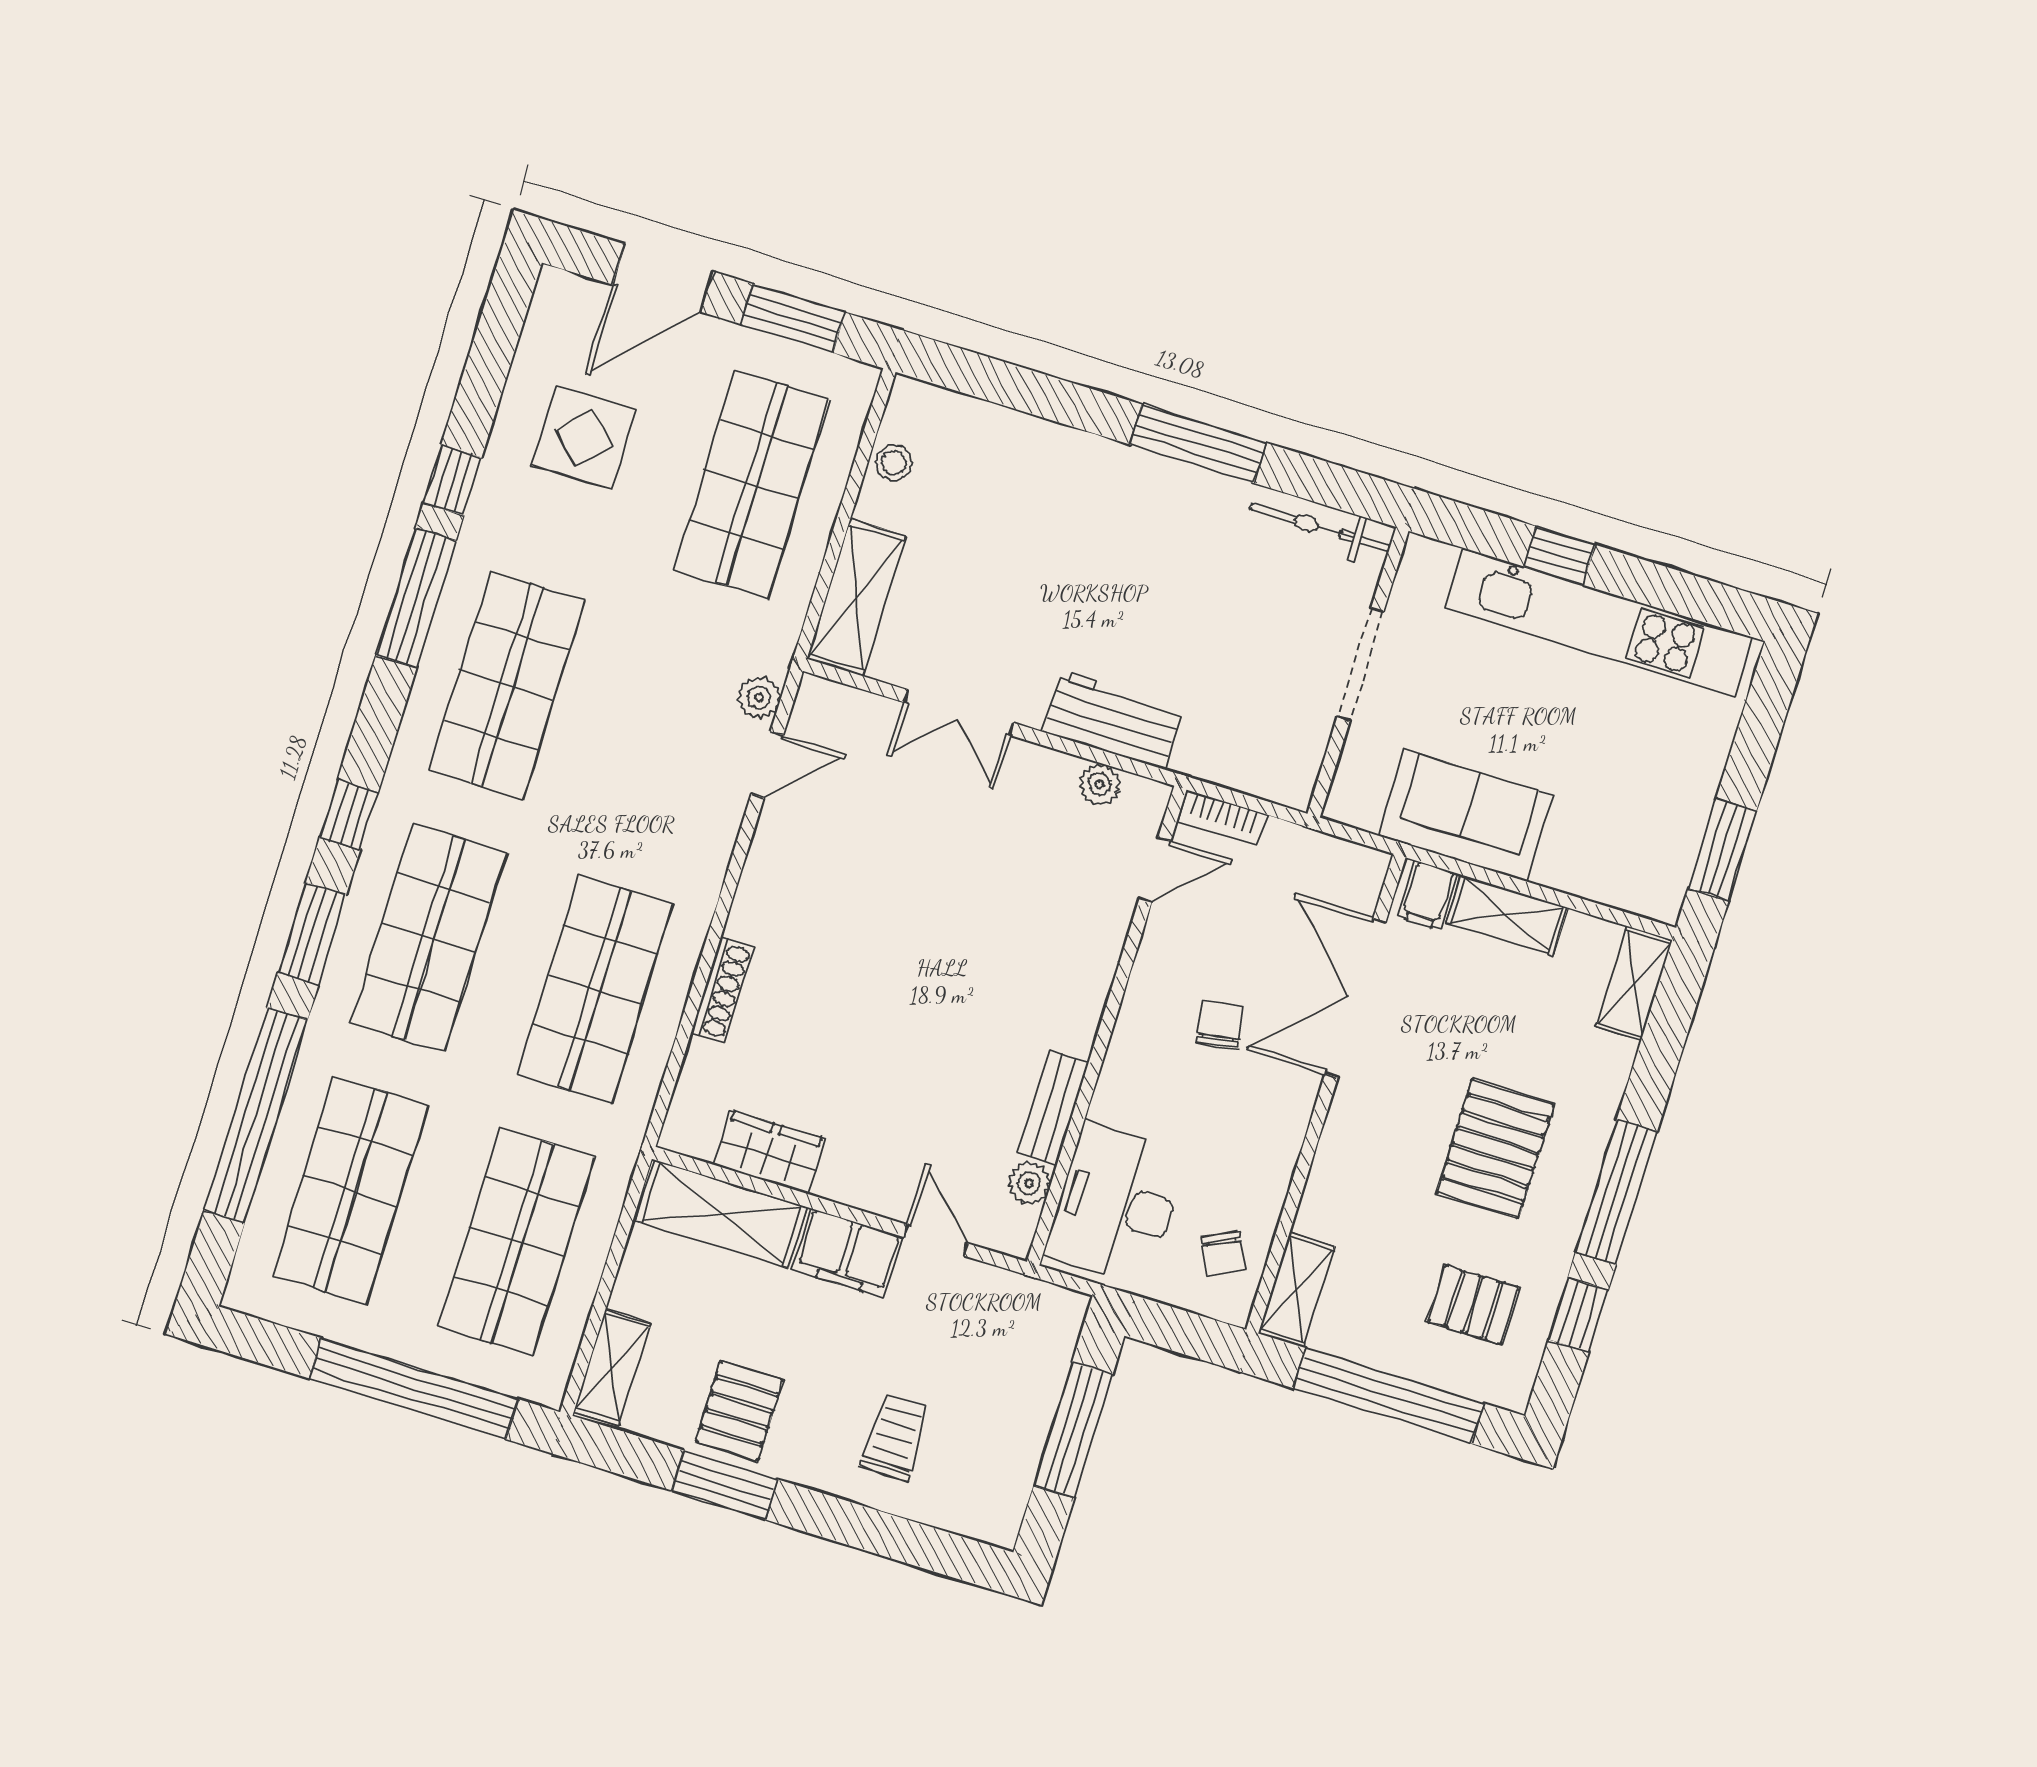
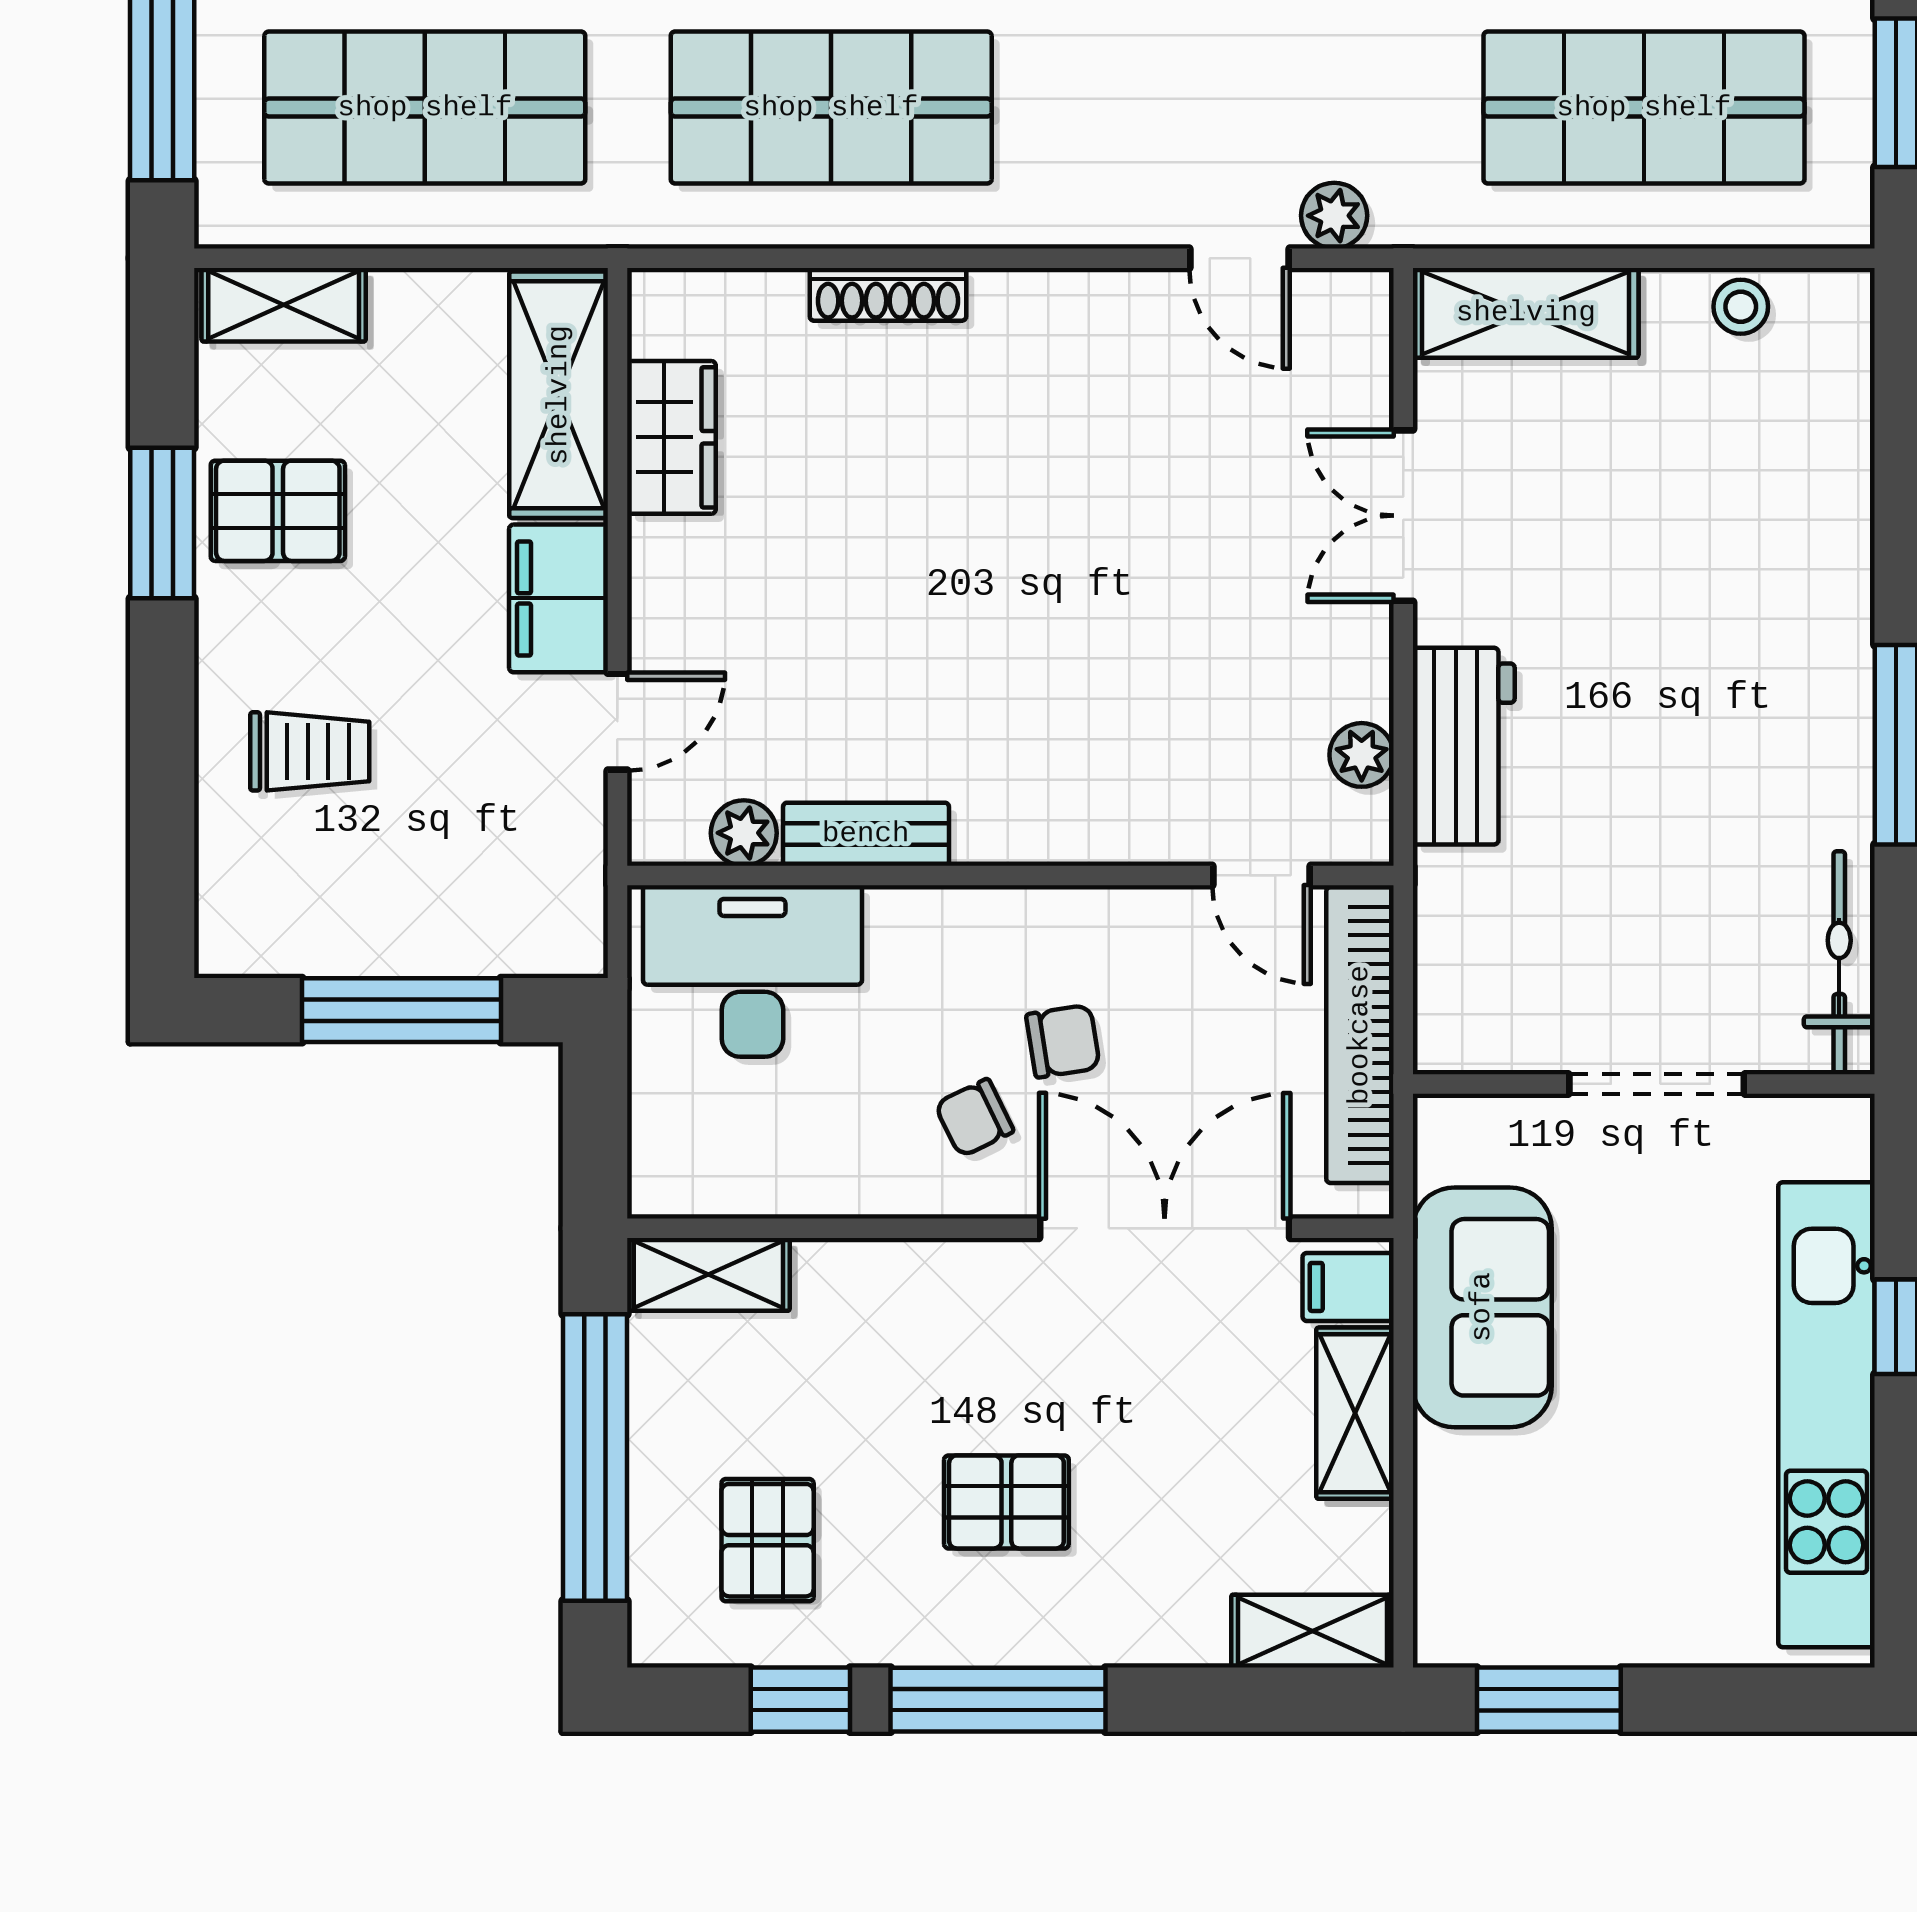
bookcase: (1222, 818) -> (1360, 1035), width x2.31, depth x1.31
pallet: (1495, 1149) -> (1006, 1502), width x0.67, depth x0.71
chair: (1223, 1254) -> (974, 1118), moved

